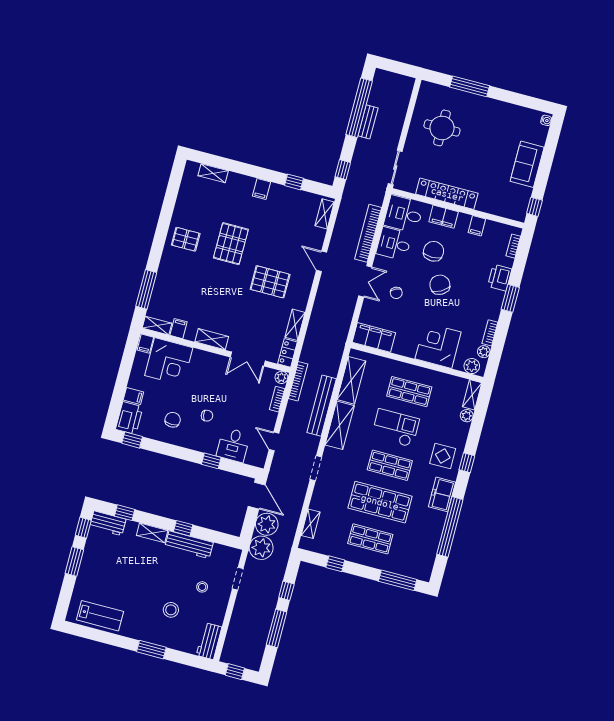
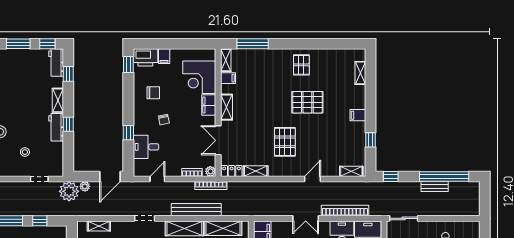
filing cabinet: (145, 344) -> (209, 105), moved, width x2.00
plant: (267, 524) -> (85, 186), width x0.53, depth x0.53
workbench: (189, 545) -> (56, 127), width x0.73

